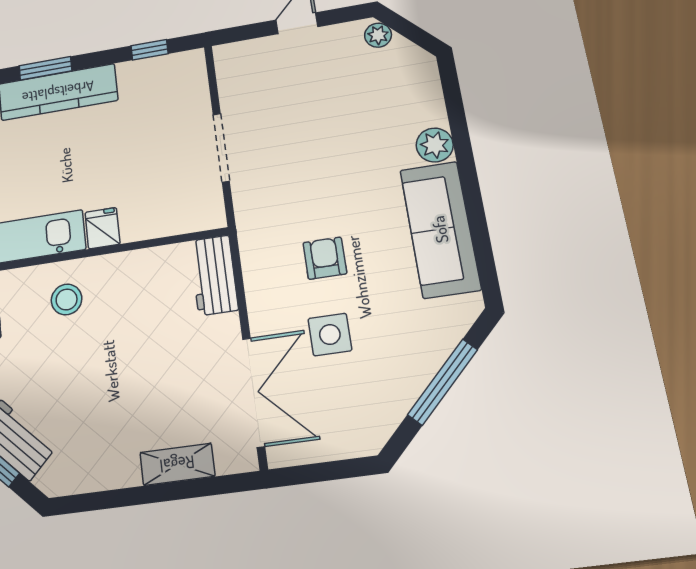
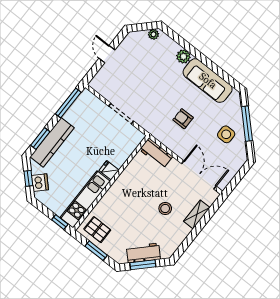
plant: (378, 35) -> (153, 34), moved
window: (149, 50) -> (68, 103), width x2.17
stool: (67, 299) -> (165, 209), moved
side table: (330, 335) -> (226, 134), moved

